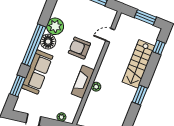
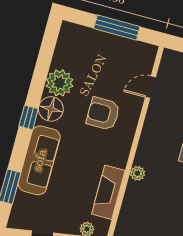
window: (34, 45) -> (29, 117), width x0.32
fireplace: (83, 82) -> (108, 192), moved

